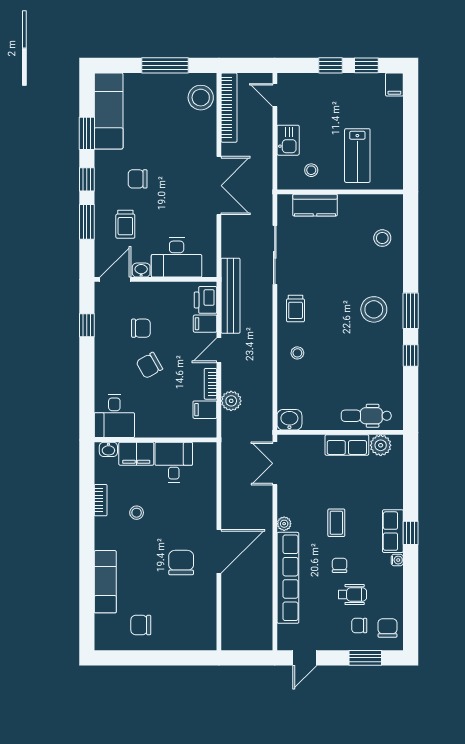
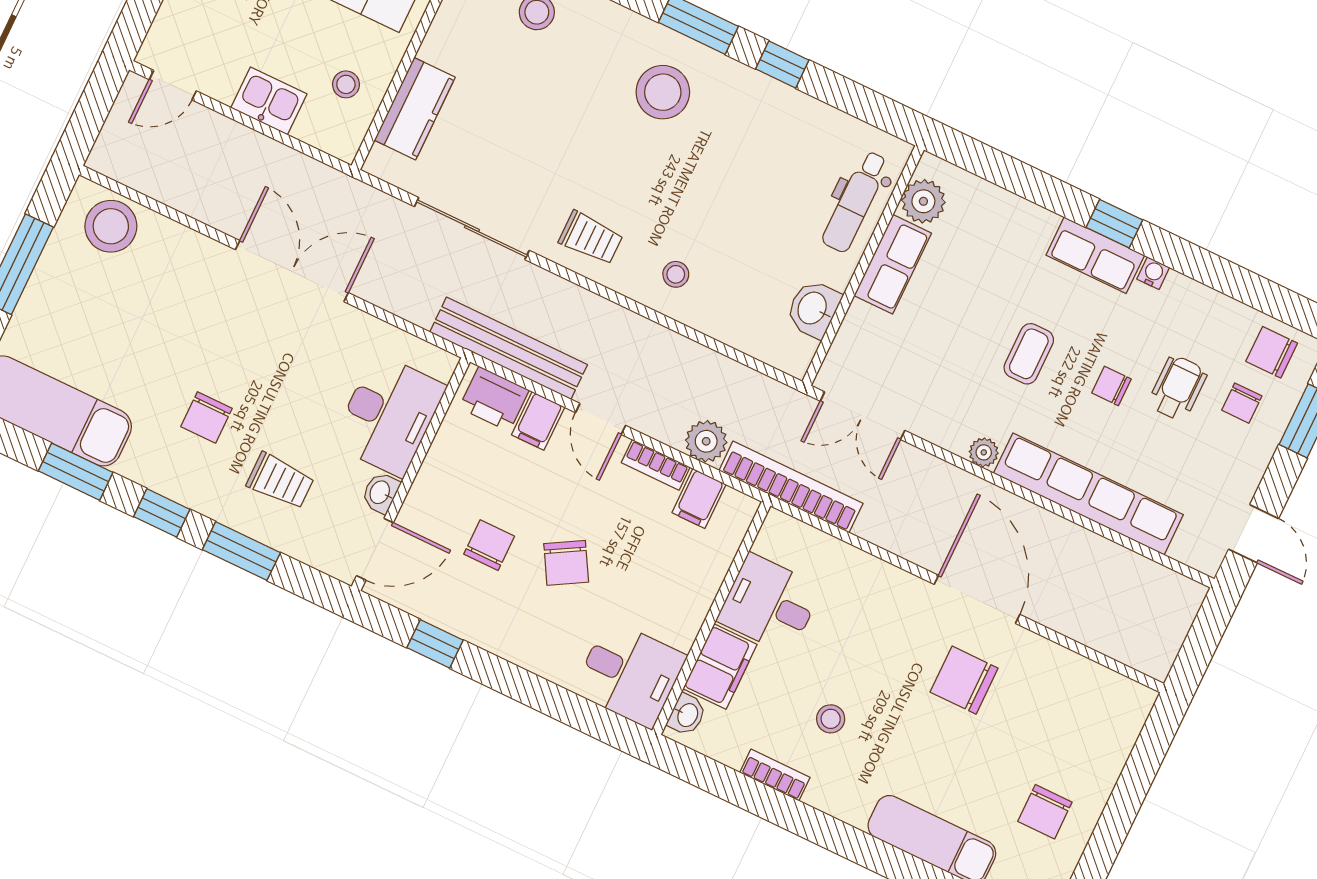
bookcase: (229, 108) -> (791, 487), moved
door: (115, 279) -> (375, 549), swing flipped
washbasin: (289, 420) -> (813, 309), moved
coffee table: (336, 523) -> (1029, 354), turned 90

